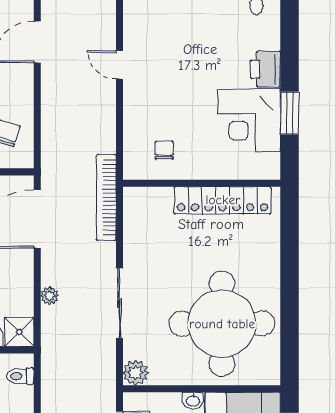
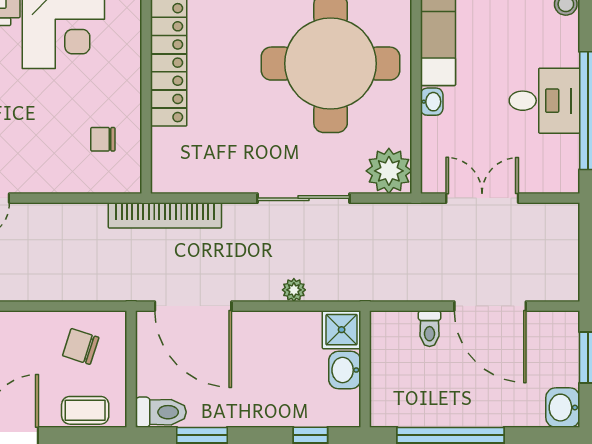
plant: (136, 373) -> (389, 171), width x1.36, depth x1.36
toilet: (20, 376) -> (430, 329), moved

